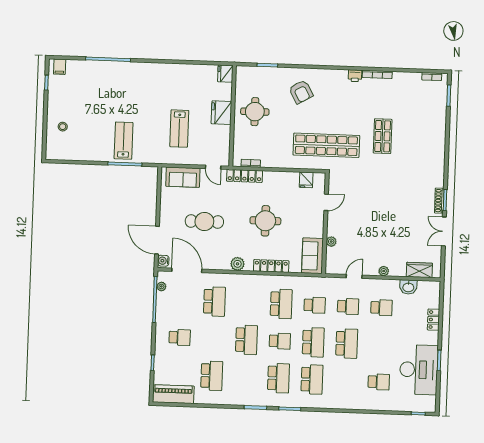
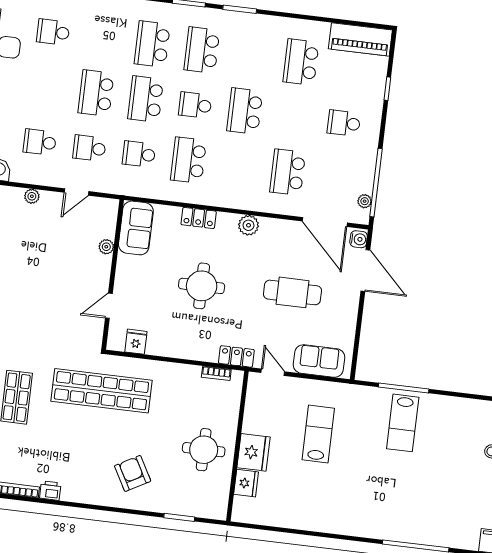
fridge: (225, 74) -> (246, 483), moved
locker: (245, 176) -> (236, 356), width x0.66
locker: (271, 266) -> (199, 218), width x0.66

